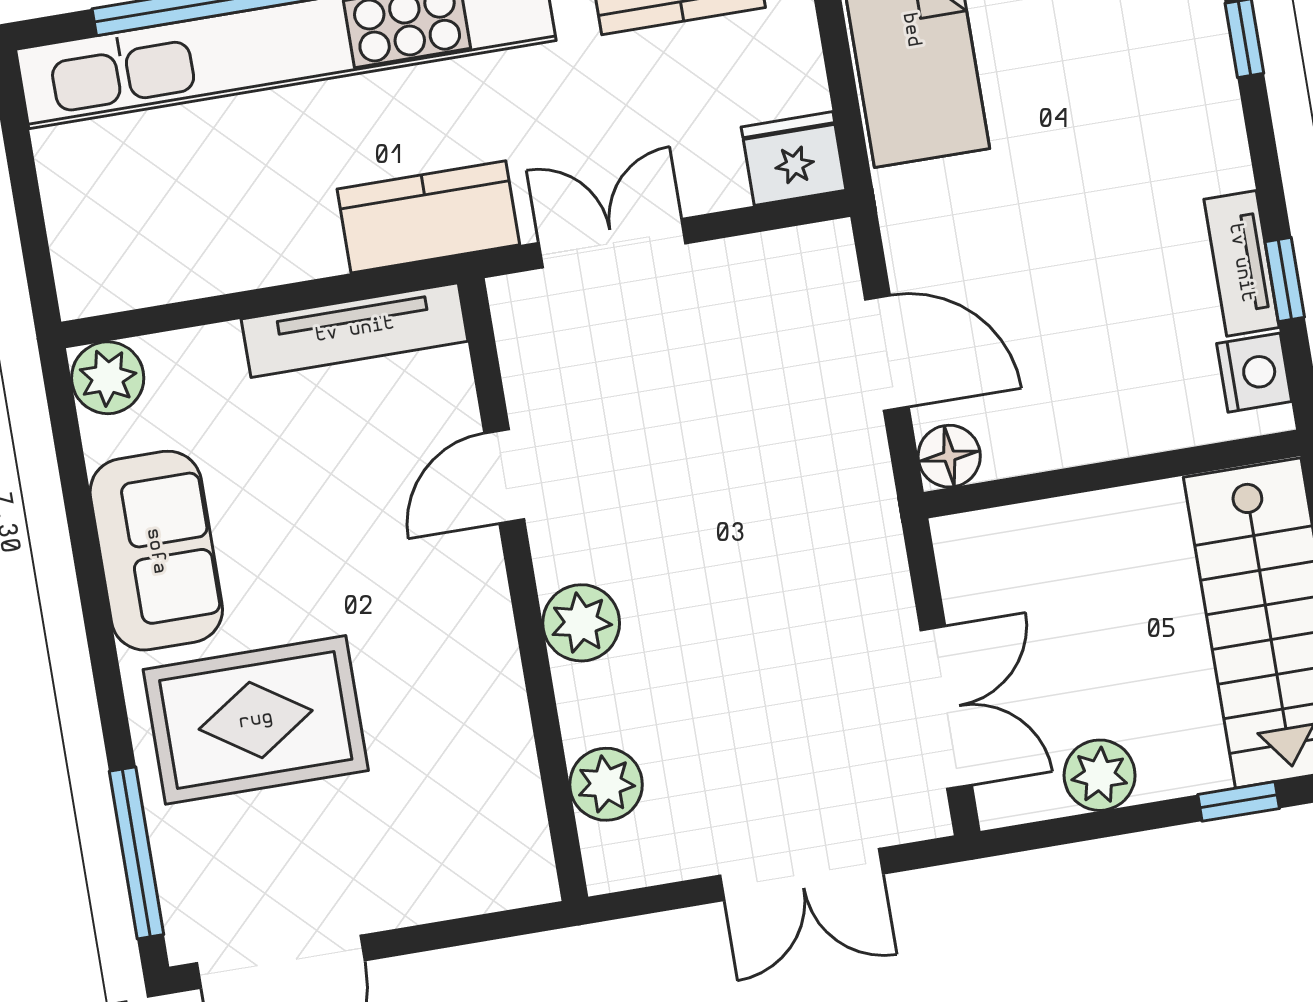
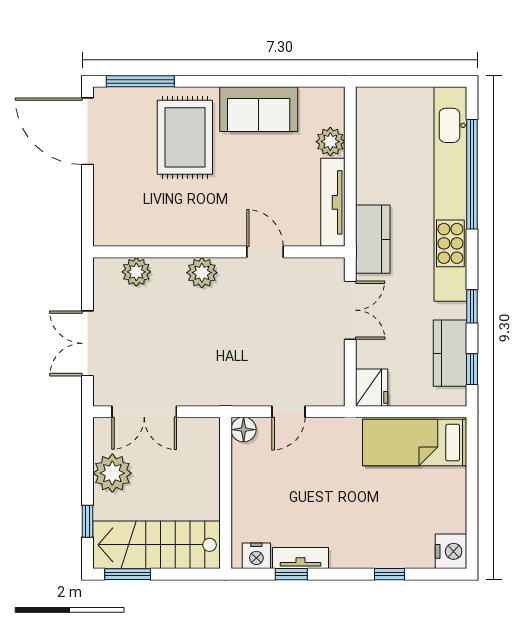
door: (887, 353) -> (288, 412), width x0.73
plant: (108, 378) -> (330, 142), moved
plant: (1100, 775) -> (112, 473), width x1.36, depth x1.36

